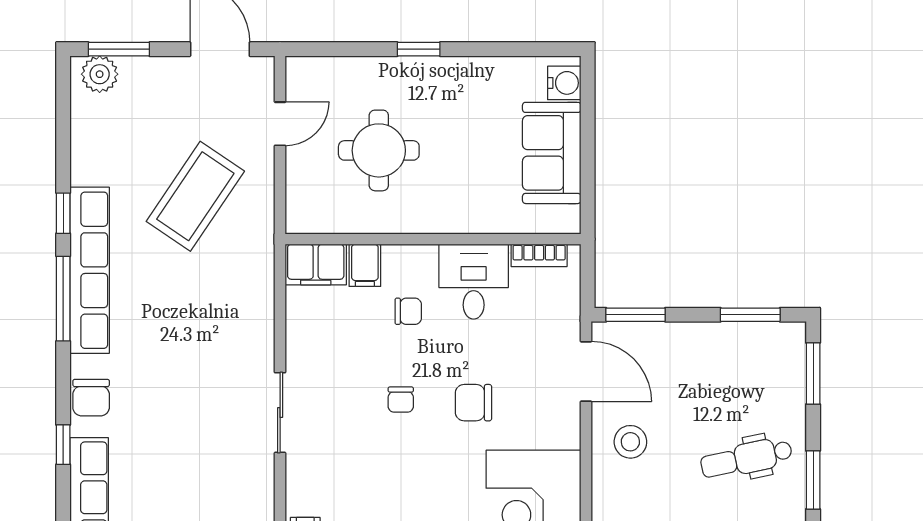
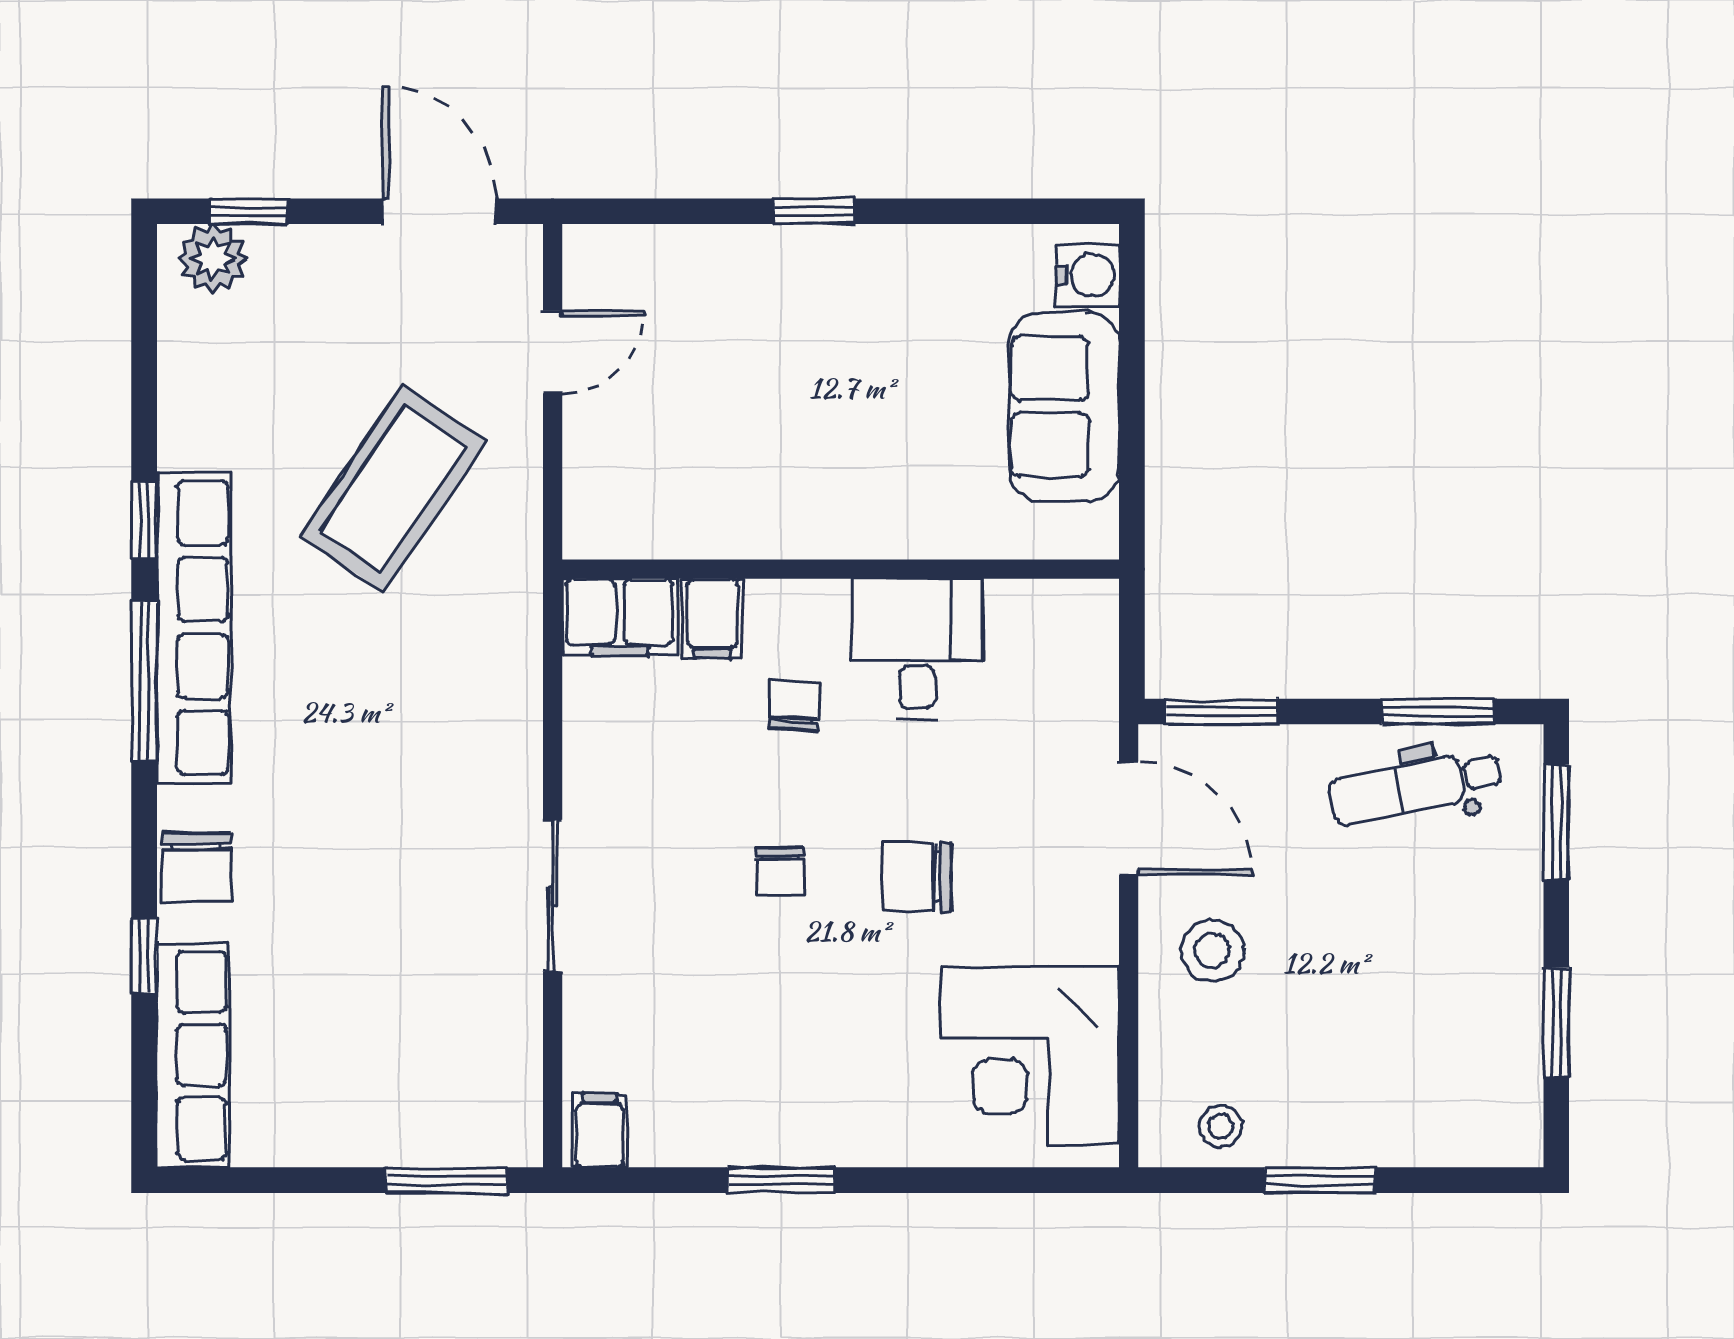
window: (119, 49) -> (249, 211), width x0.67
round table: (379, 150) -> (739, 402), removed
bookcase: (539, 255) -> (1040, 600), removed
chair: (408, 311) -> (794, 705), turned -87
dental chair: (746, 458) -> (1415, 787), moved

